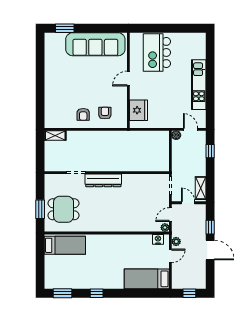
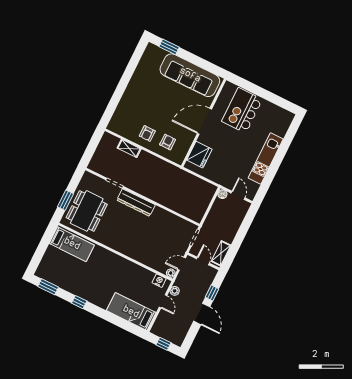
door: (128, 79) -> (204, 121), width x1.88
shelving: (55, 136) -> (129, 148), moved
window: (210, 151) -> (246, 224), removed
dining table: (64, 209) -> (87, 211), width x1.38
door: (170, 256) -> (163, 301), hinge flipped

